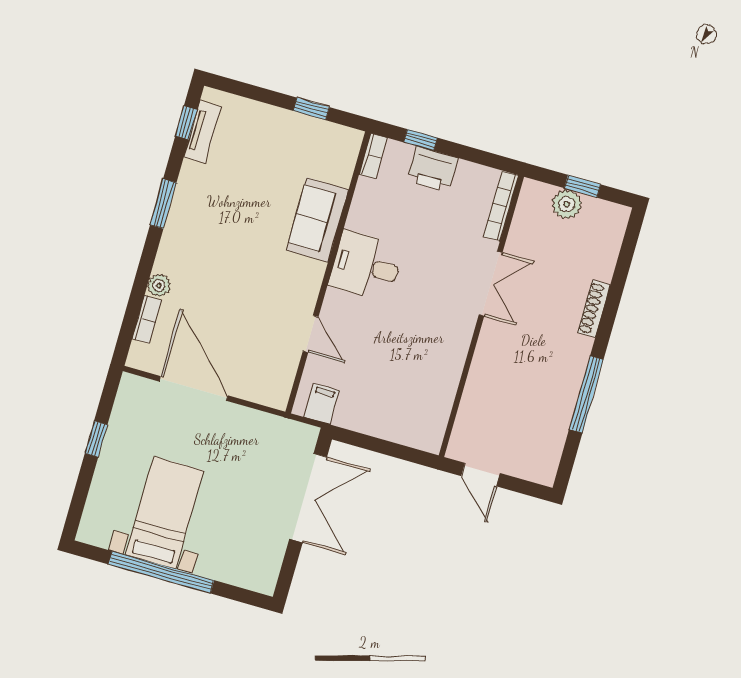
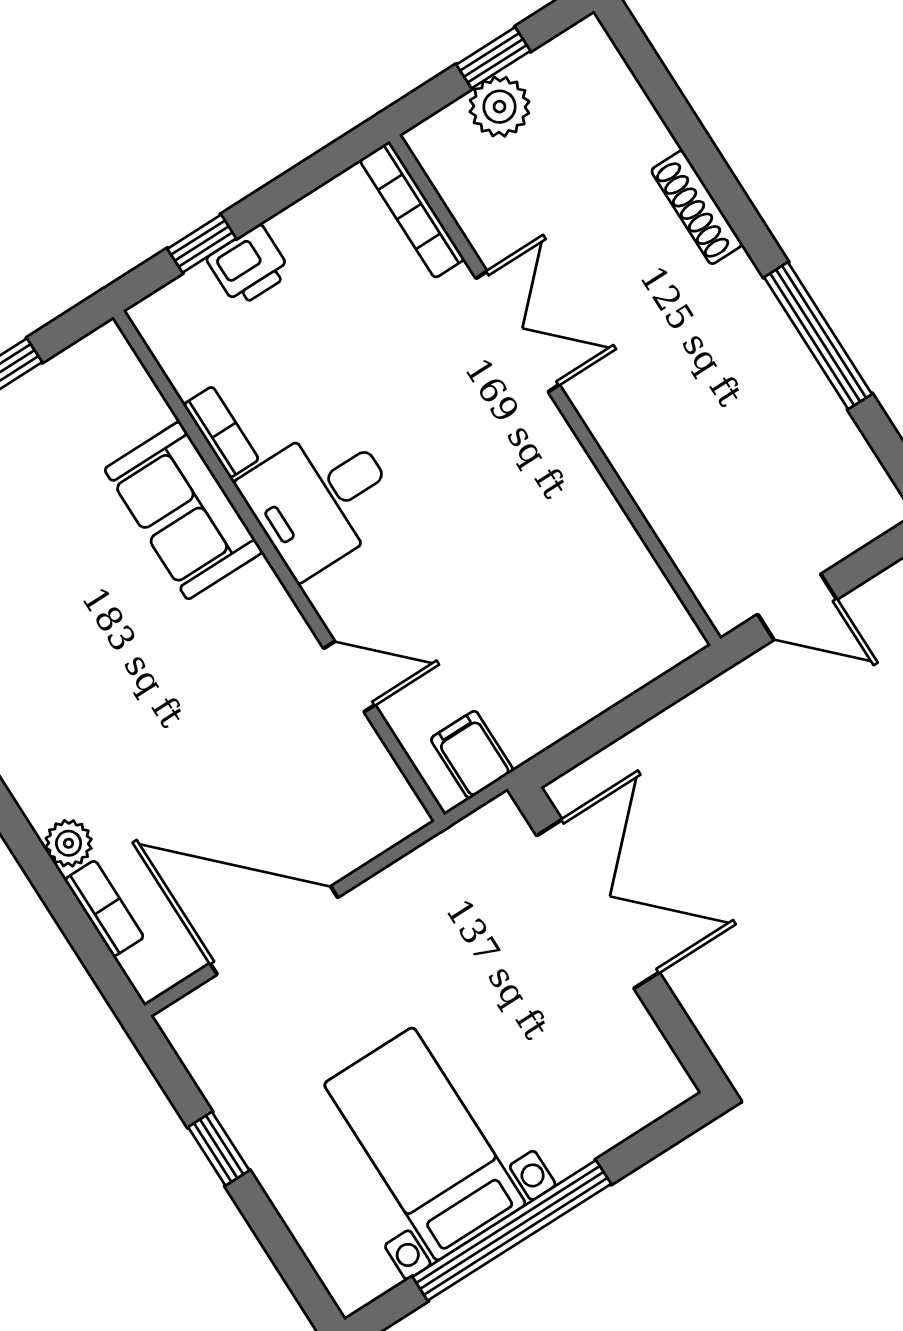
bookcase: (373, 156) -> (221, 432), moved
printer: (432, 169) -> (249, 266), width x0.73, depth x0.81

